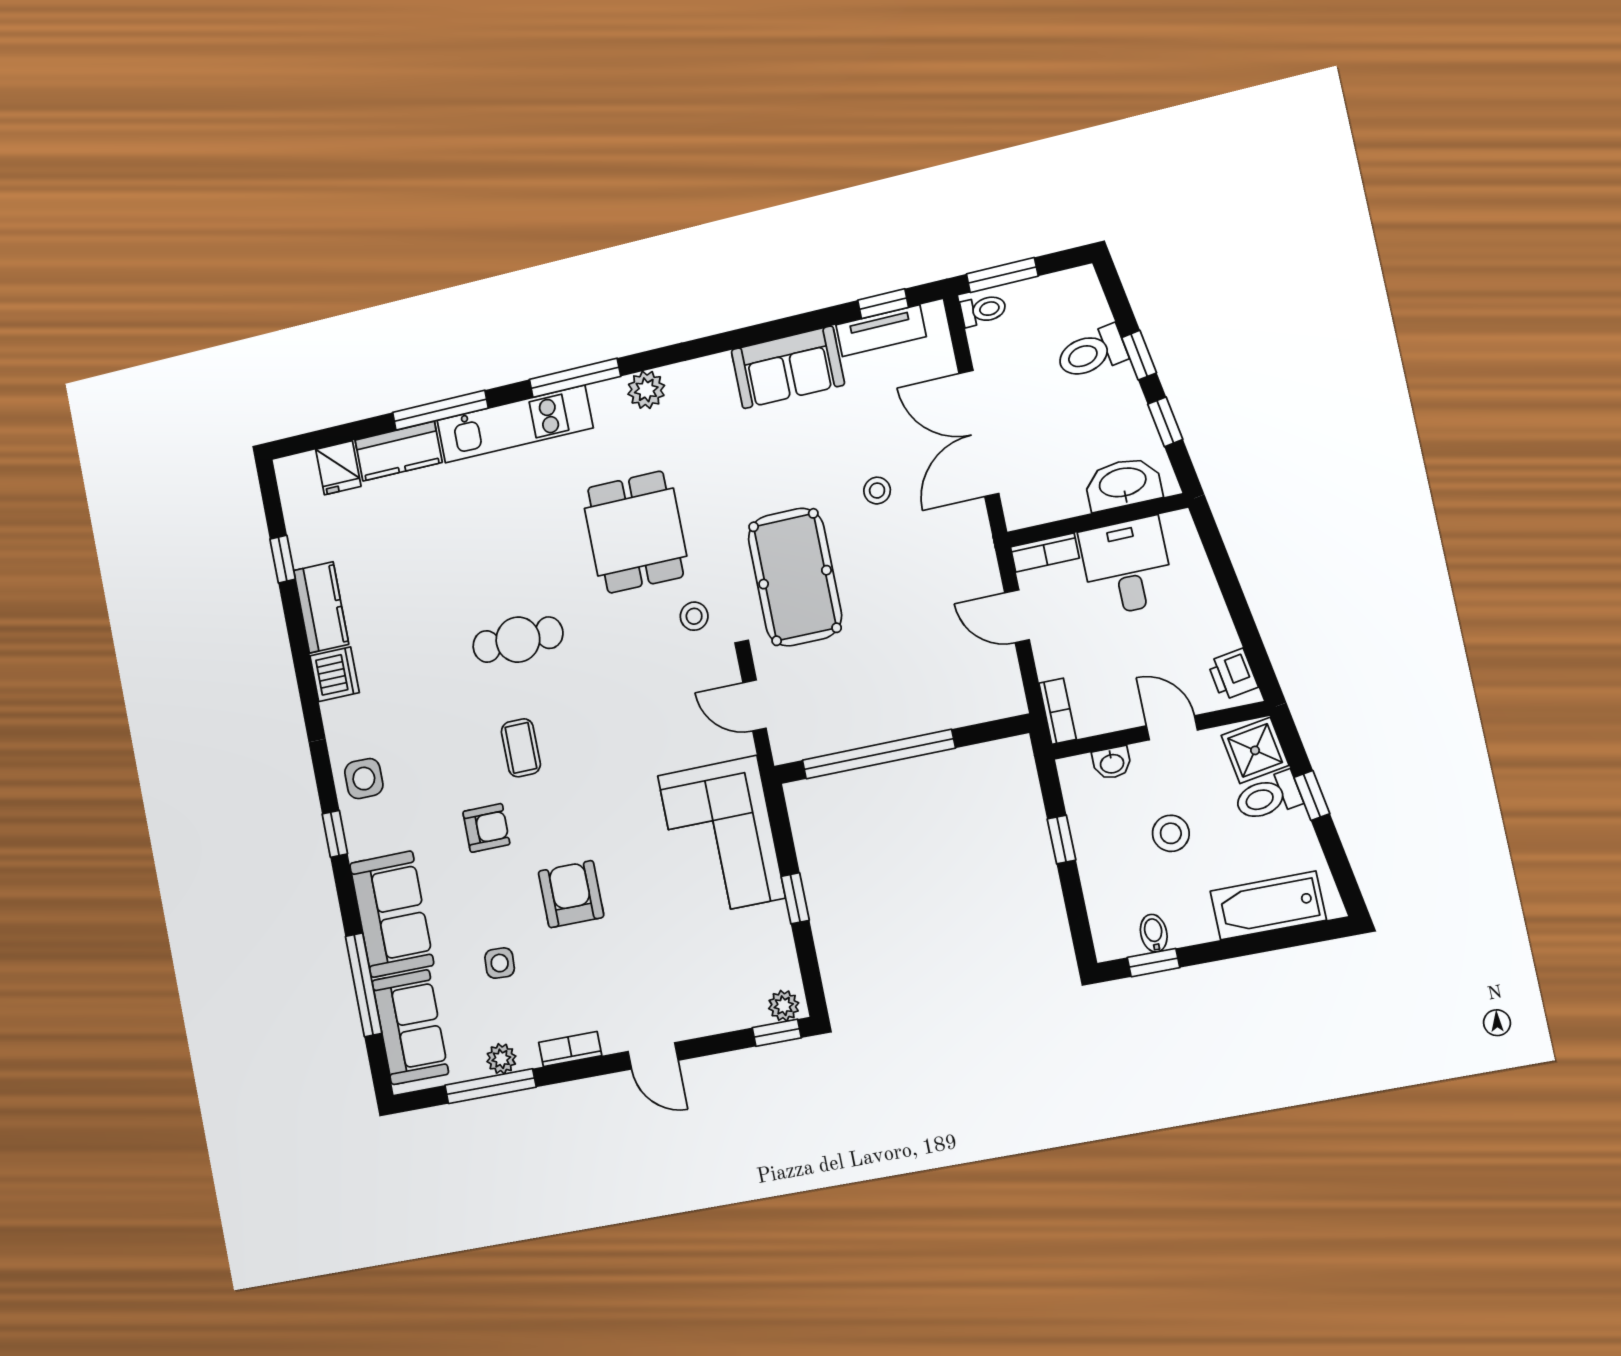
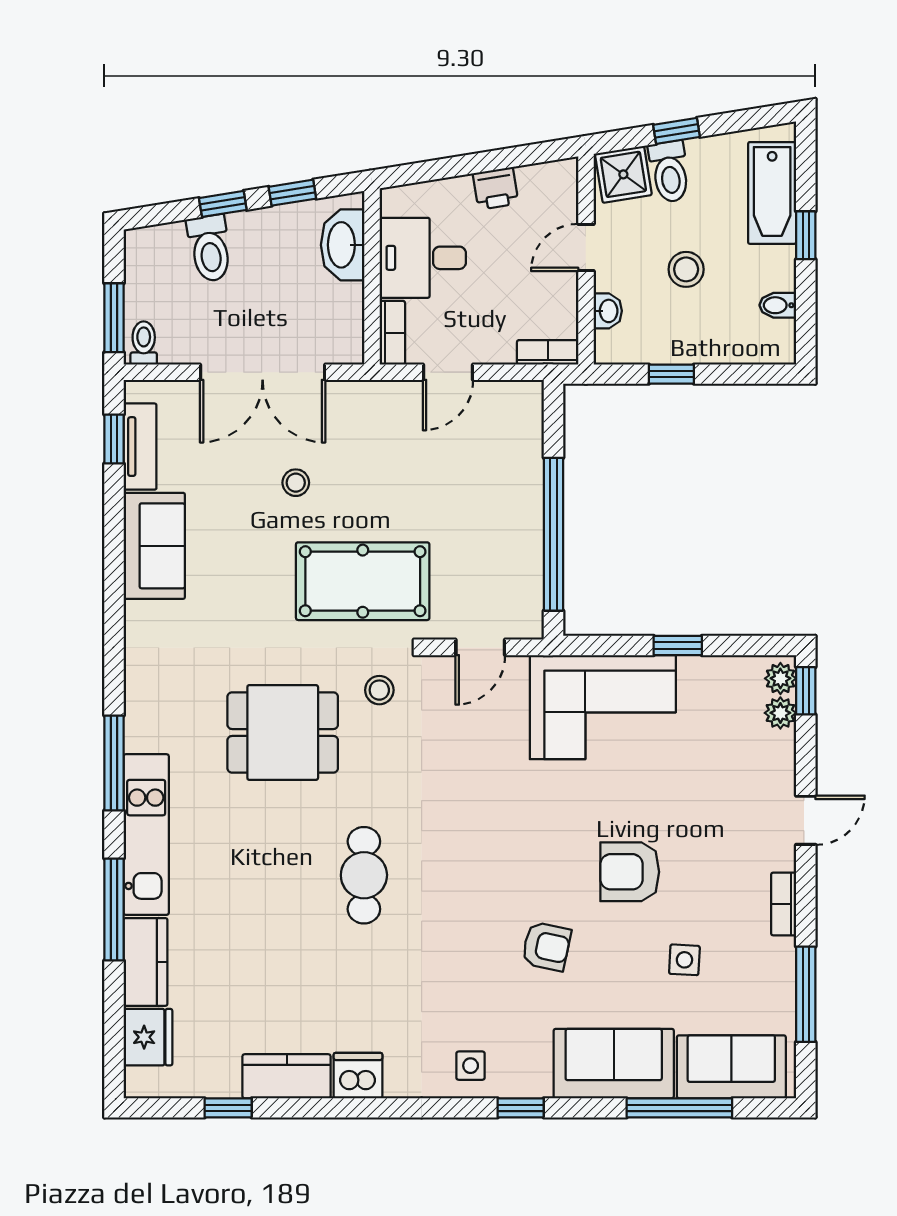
plant: (646, 390) -> (143, 693), removed
fridge: (338, 468) -> (148, 1037), width x1.38
printer: (1233, 674) -> (496, 188), moved
coffee table: (521, 748) -> (473, 894), removed
side table: (364, 779) -> (471, 1066), width x0.73, depth x0.73
armchair: (486, 828) -> (546, 946), turned 102
window: (1153, 963) -> (806, 235), moved
plant: (501, 1059) -> (780, 713), moved

